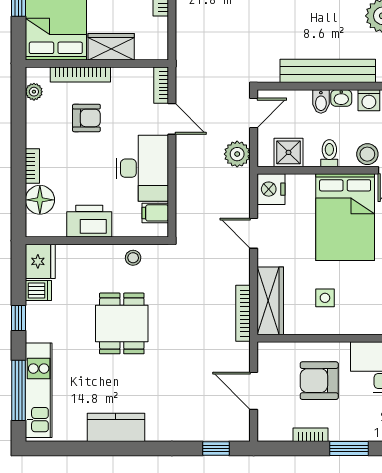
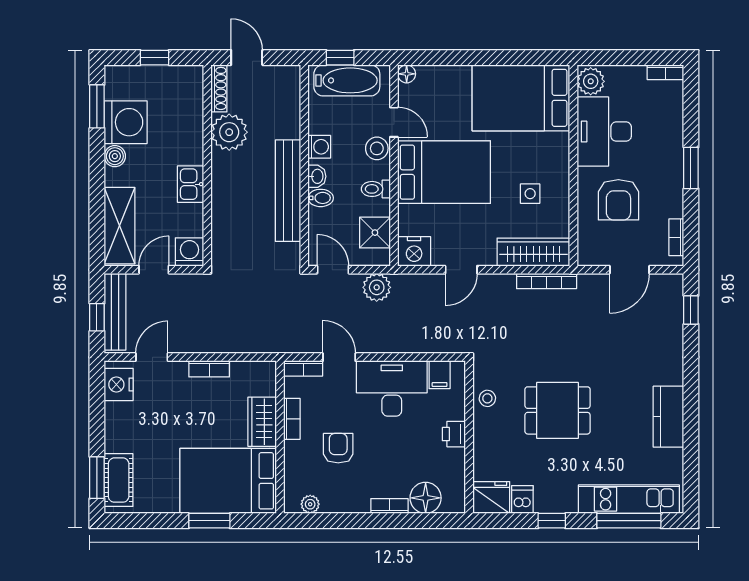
bookcase: (80, 75) -> (292, 419), moved, width x0.64
door: (172, 119) -> (339, 357), hinge flipped
printer: (89, 221) -> (454, 434), width x0.53, depth x0.68
bookcase: (310, 435) -> (676, 237), moved

